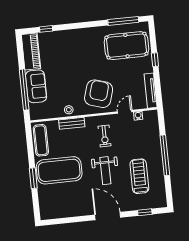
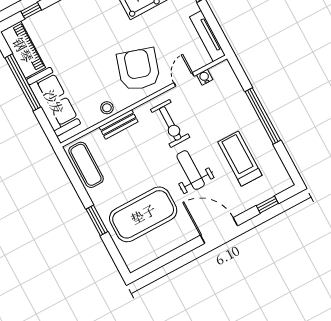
sofa: (36, 86) -> (54, 102), width x1.36
window: (24, 90) -> (23, 82), moved
exercise bike: (105, 136) -> (170, 123), width x1.38, depth x1.39
exercise mat: (59, 170) -> (143, 214), moved
weight bench: (105, 171) -> (191, 170), turned 180

